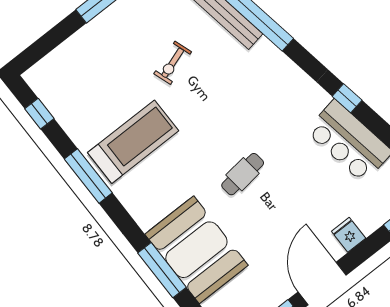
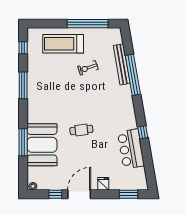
treadmill: (133, 142) -> (63, 44), moved, turned 180

